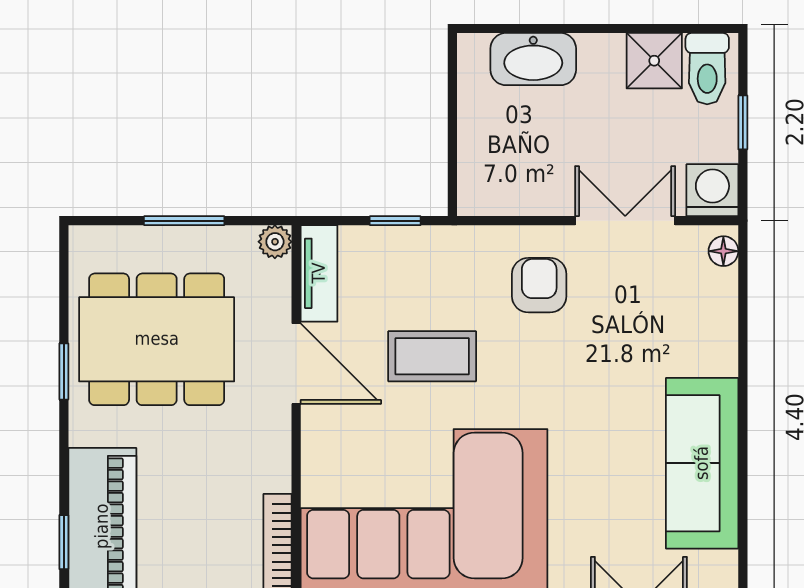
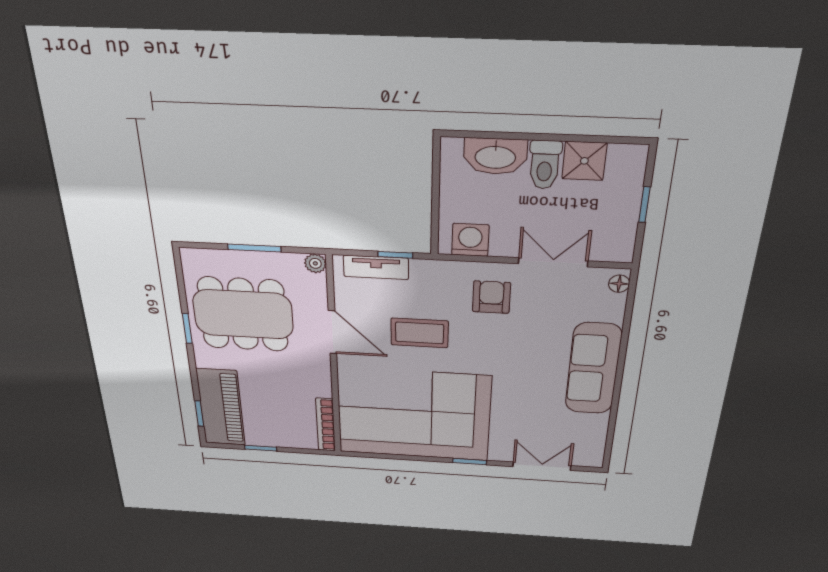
toilet: (707, 69) -> (545, 165), moved
washing machine: (712, 190) -> (470, 240), moved
tv unit: (319, 273) -> (376, 267), moved, turned 90
sofa: (702, 463) -> (593, 369), moved

